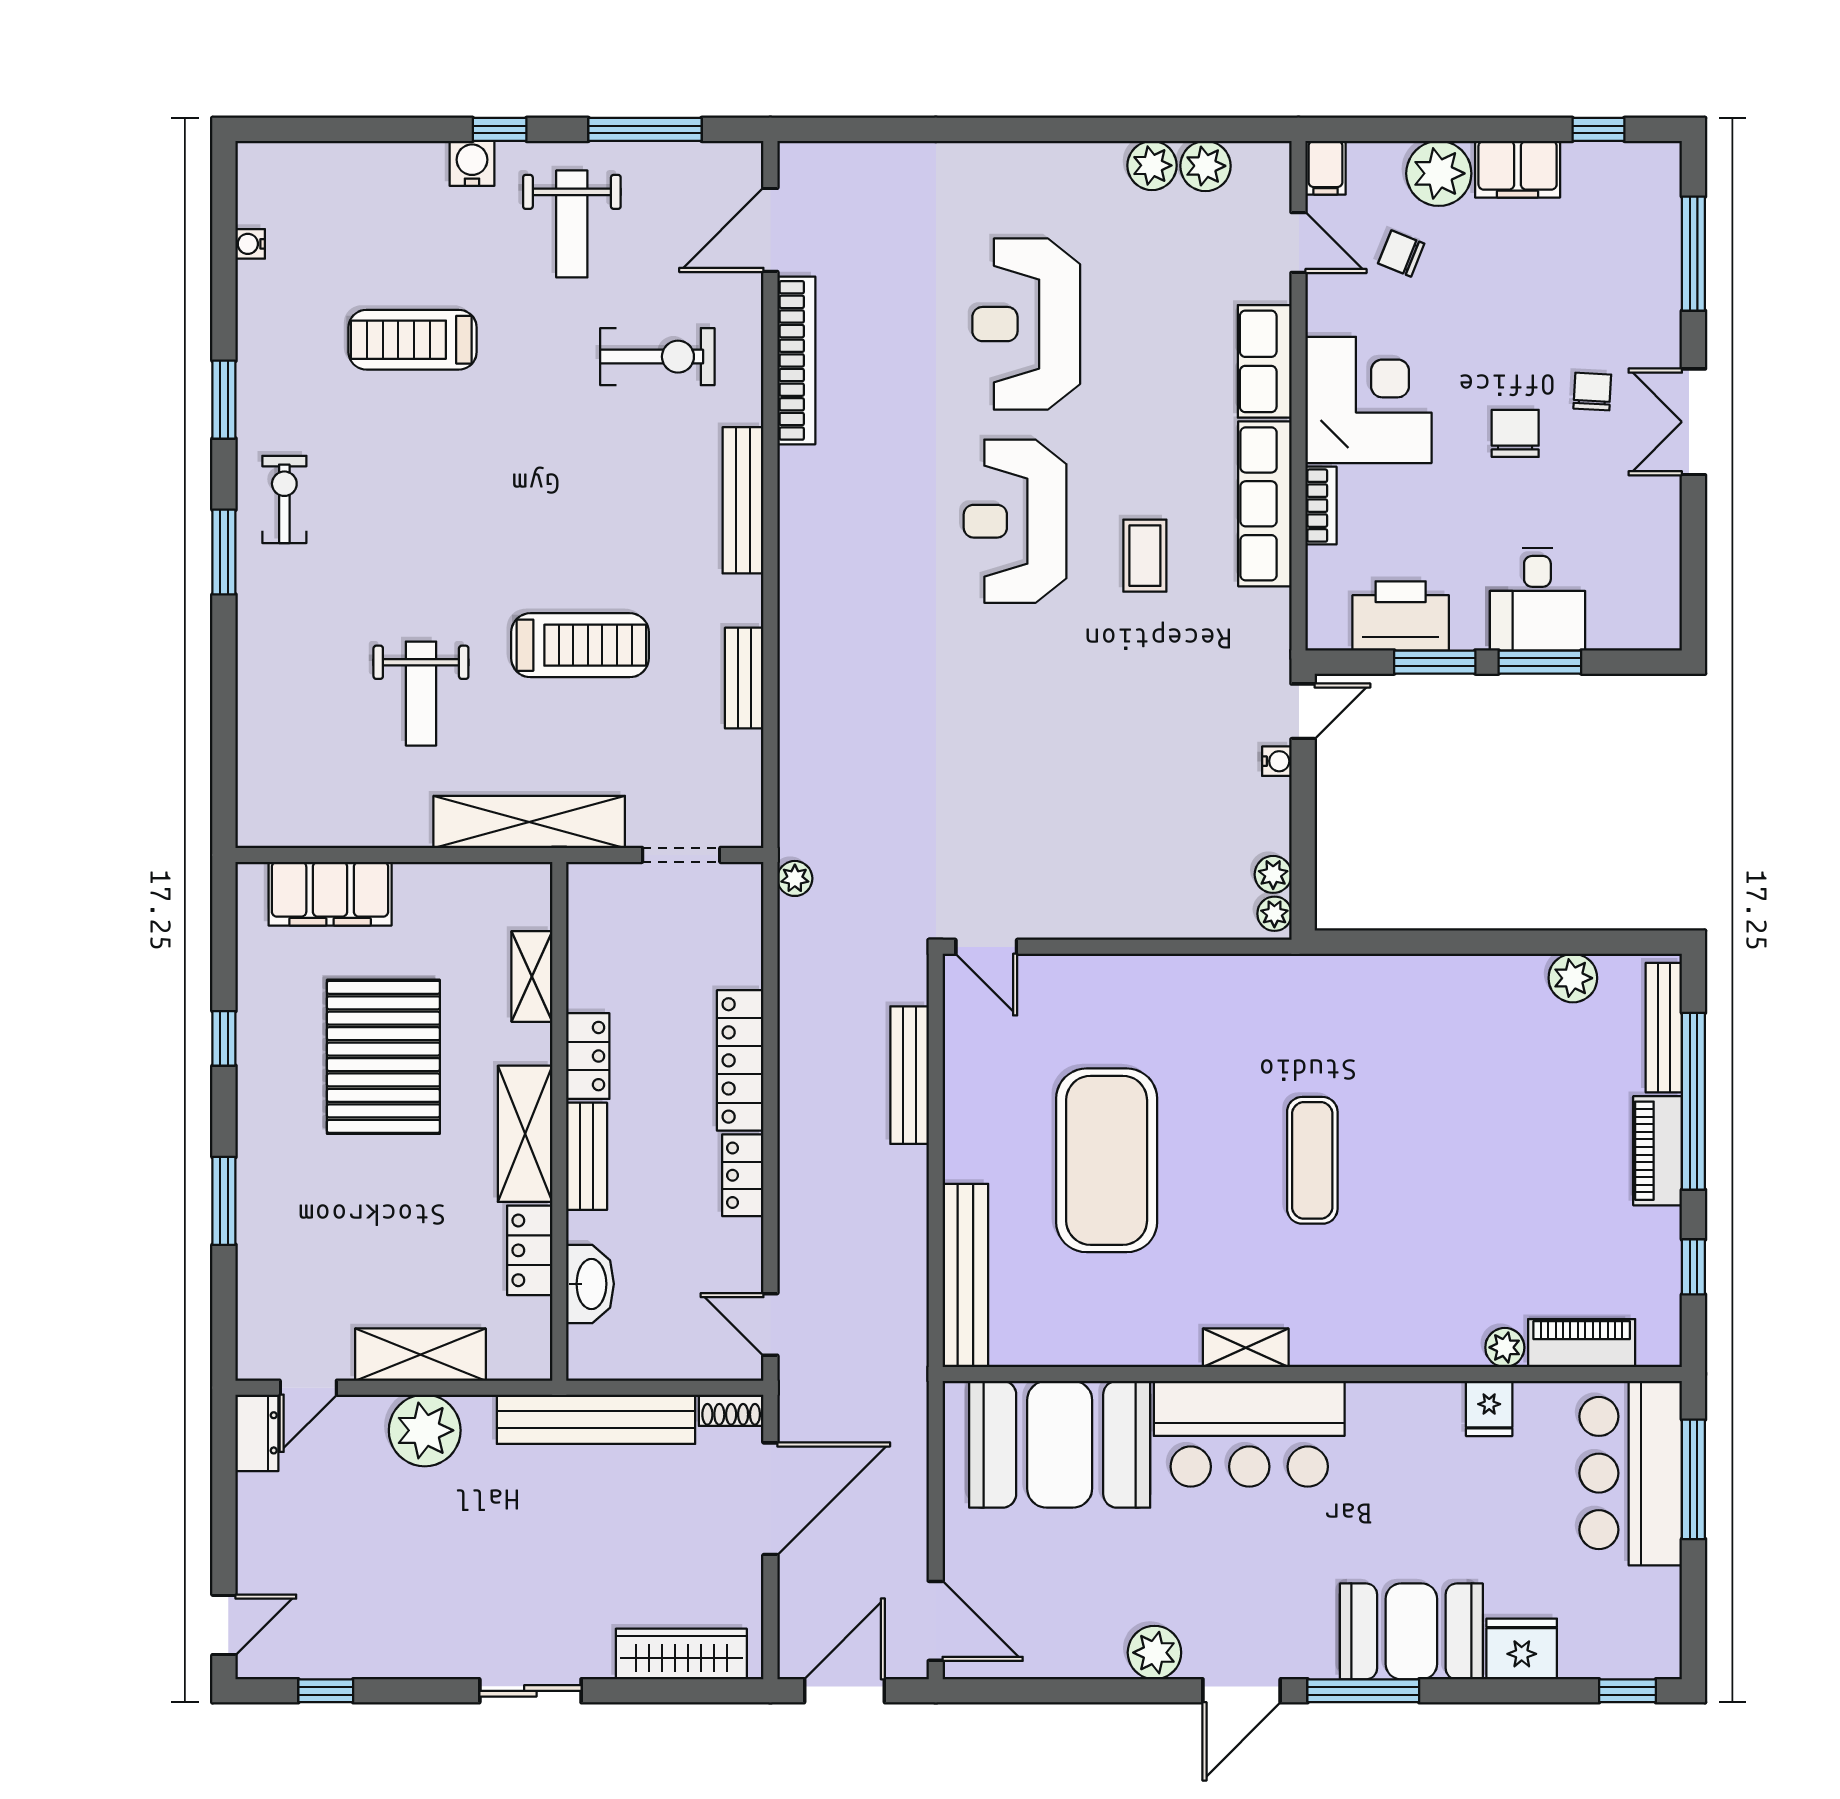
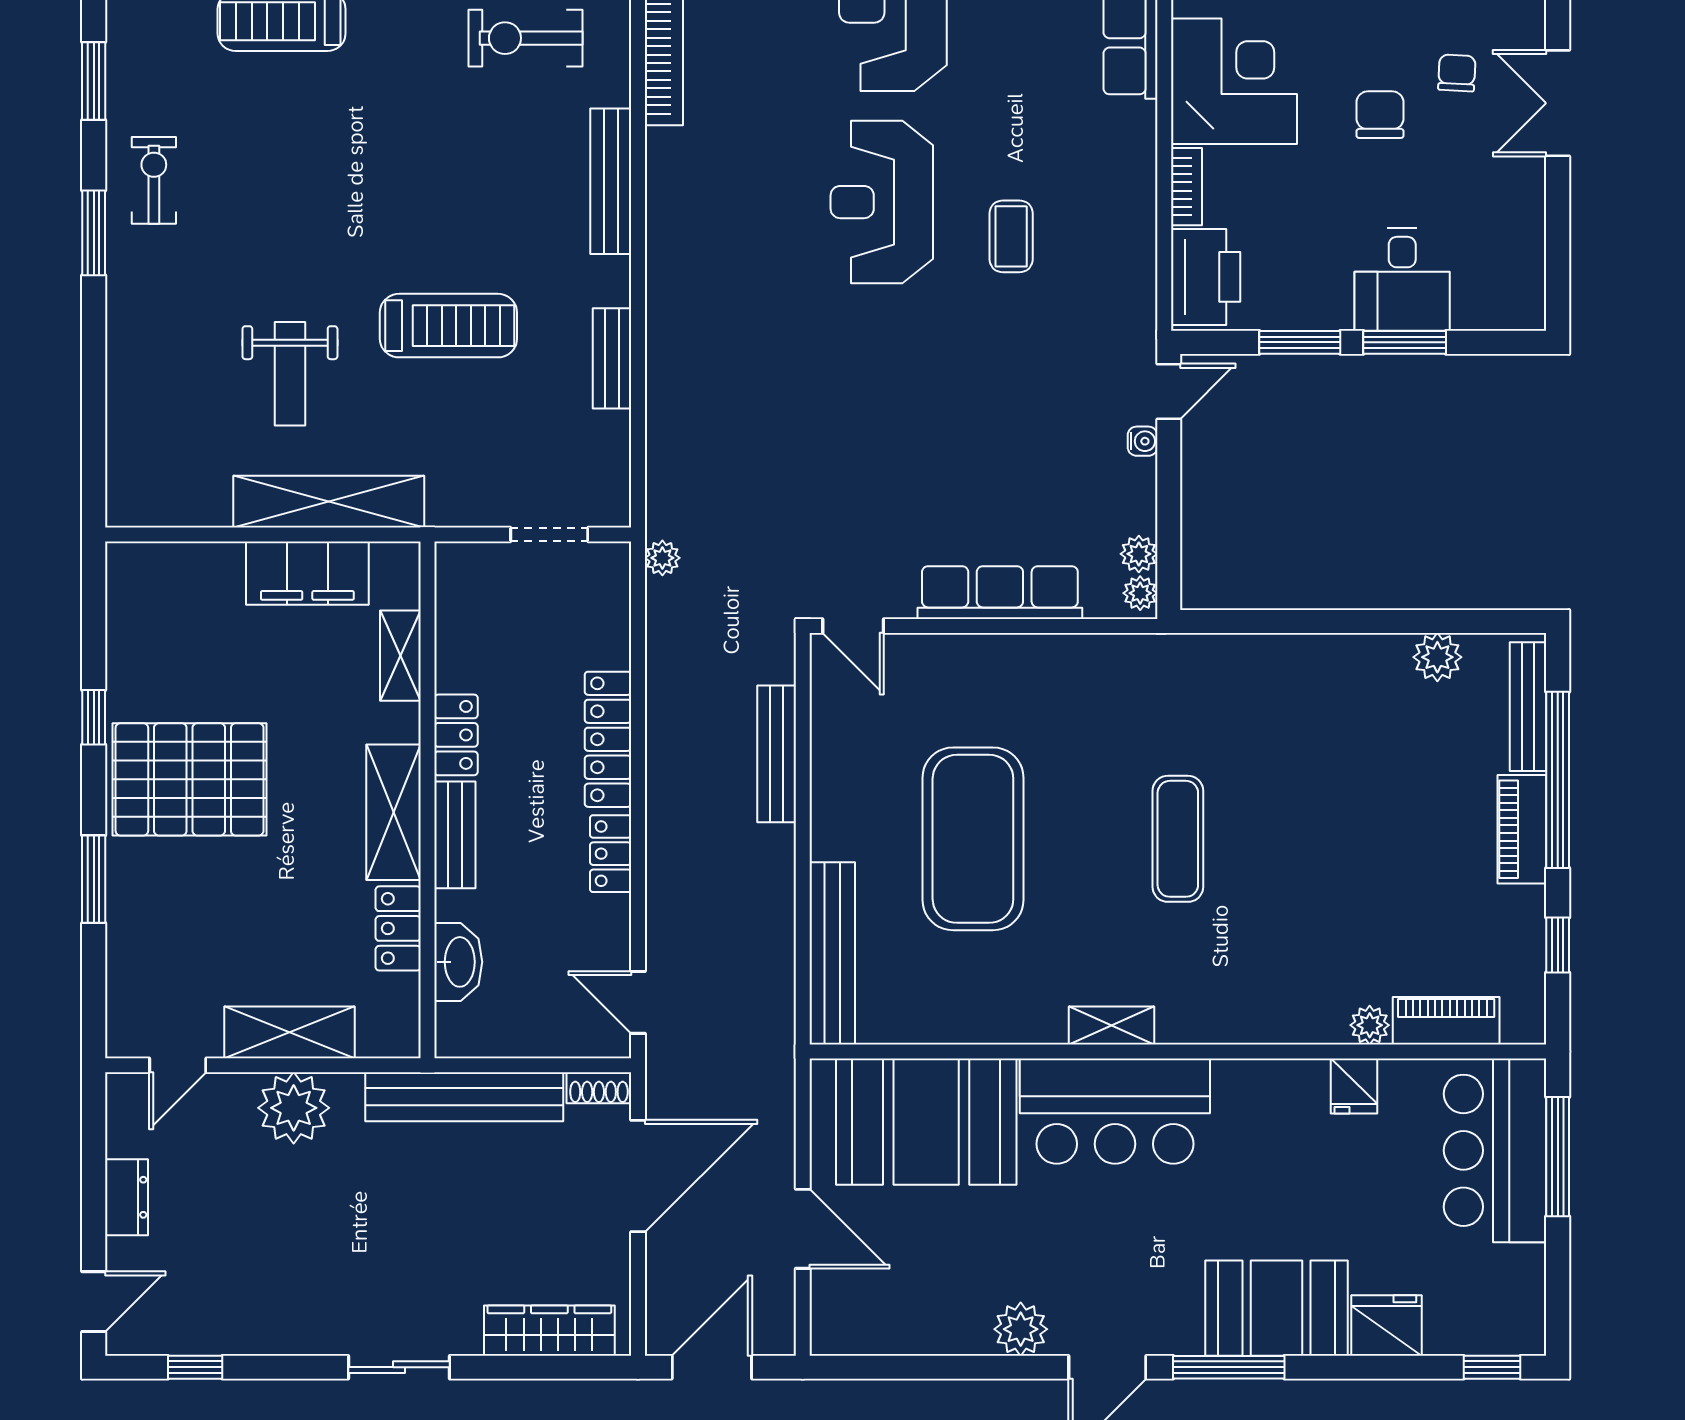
exercise bike: (657, 357) -> (525, 38), turned 180
row of seats: (1265, 504) -> (1000, 593), moved, turned 90
printer: (1401, 616) -> (1206, 277), moved, turned 90
shelving: (529, 822) -> (329, 502), moved
filing cabinet: (330, 894) -> (307, 573), moved
pallet: (383, 1057) -> (190, 779), moved, turned 90
dresser: (257, 1433) -> (127, 1197), moved
door: (936, 1621) -> (803, 1229), moved

